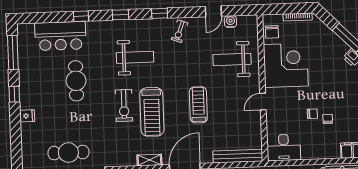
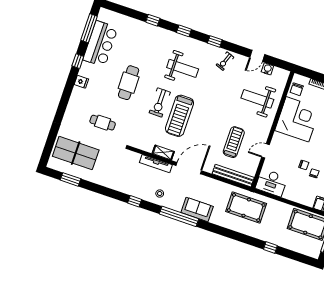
bar counter: (60, 36) -> (100, 44), moved, turned -90
cafe table: (76, 81) -> (129, 83), moved
door: (263, 102) -> (266, 151), moved
treadmill: (198, 105) -> (234, 142), moved
cafe table: (68, 153) -> (103, 123), width x0.73, depth x0.74

